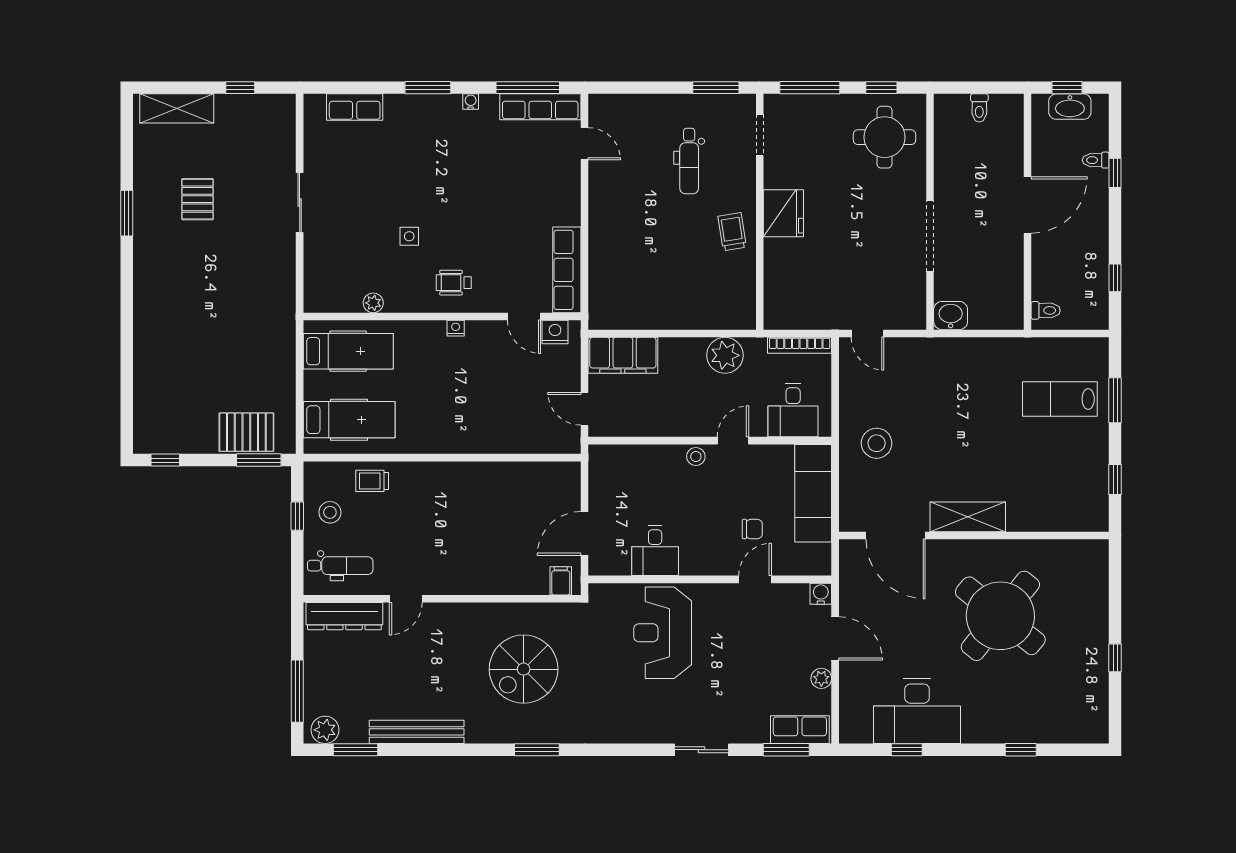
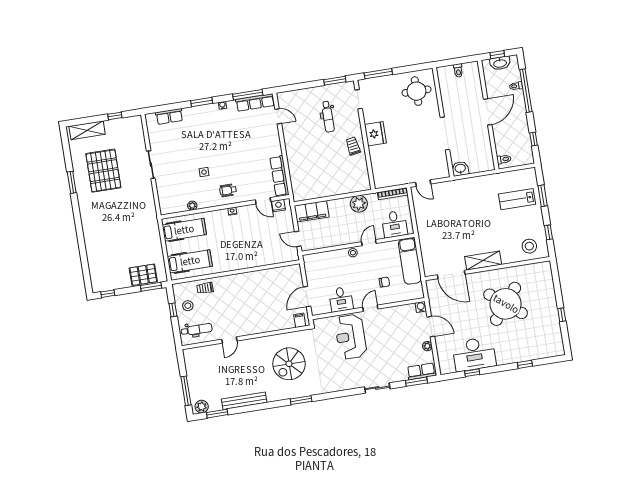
window: (881, 88) -> (411, 68), removed
window: (1115, 173) -> (526, 91), width x3.17
pallet: (197, 199) -> (103, 171), width x2.05, depth x2.00
stool: (877, 443) -> (529, 246), moved
door: (755, 579) -> (370, 308), moved
dresser: (344, 616) -> (202, 353), removed

